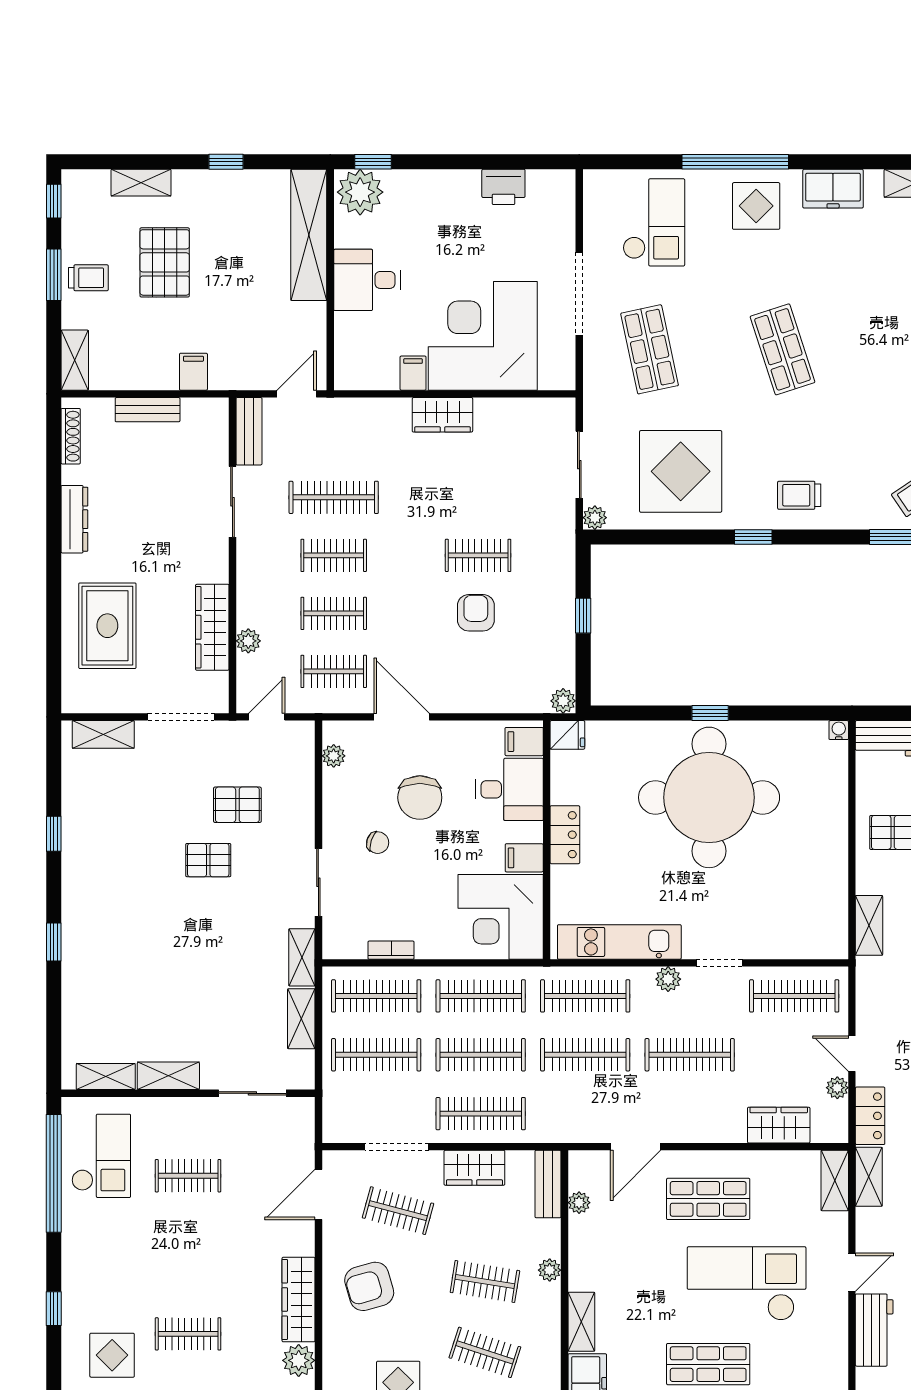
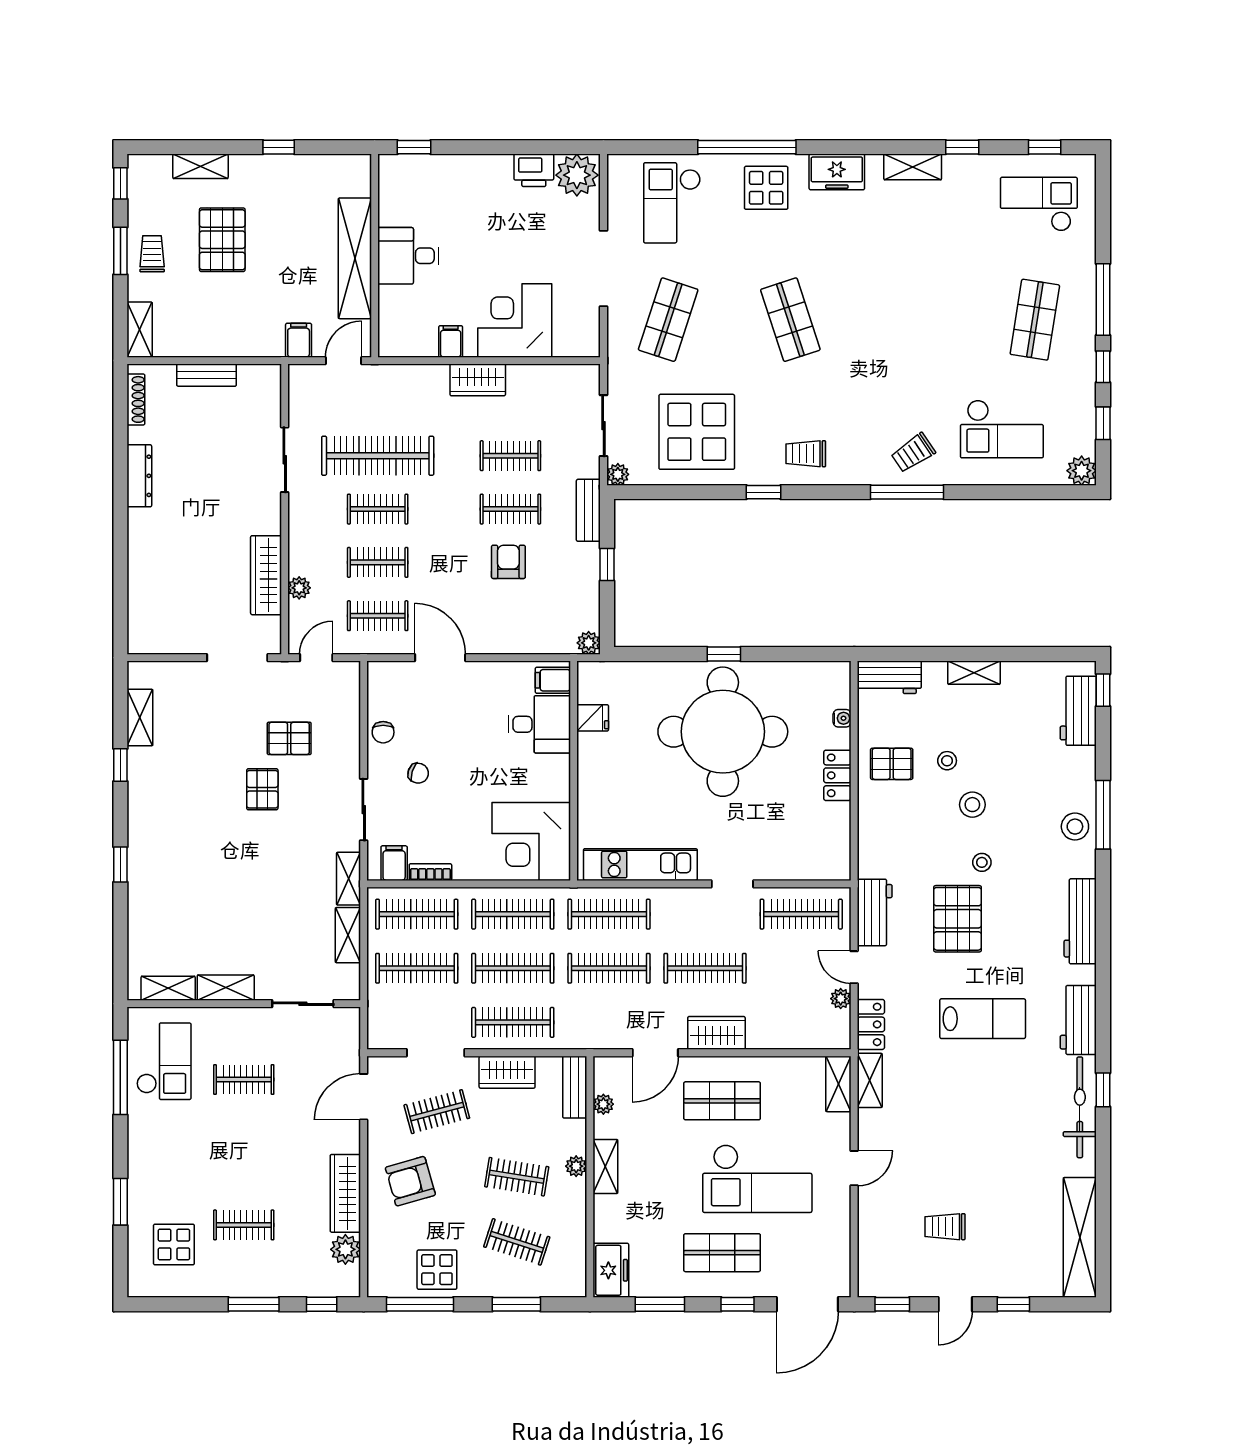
plant: (360, 192) -> (577, 175), moved
checkout: (654, 222) -> (672, 203), turned 180
shelving: (309, 235) -> (355, 258), moved
trolley: (88, 278) -> (152, 254), turned -90
corner desk: (483, 336) -> (515, 320), width x0.74, depth x0.74
shop shelf: (650, 349) -> (668, 320), turned 30
filing cabinet: (193, 372) -> (299, 340), moved
bench: (249, 431) -> (588, 510), moved
clothes rail: (334, 497) -> (378, 456), width x1.37, depth x1.31
clothes rail: (478, 497) -> (510, 456), added
rug: (107, 626) -> (170, 574), removed
water cooler: (839, 730) -> (842, 718), moved, turned 90
shelving: (103, 734) -> (140, 718), moved, turned 90
fridge: (567, 735) -> (593, 718), moved
plant: (334, 756) -> (378, 693), removed
chair: (420, 798) -> (383, 732), moved, width x0.54, depth x0.54
locker: (565, 835) -> (837, 775), moved, turned 180
filing cabinet: (524, 858) -> (394, 863), moved, turned 90
pallet: (208, 860) -> (262, 789), turned 90
shelving: (869, 925) -> (870, 849), removed
plant: (668, 979) -> (685, 899), removed
wardrobe: (779, 1125) -> (716, 1033), moved
window: (54, 1173) -> (120, 1077), width x0.68
clothes rail: (398, 1211) -> (437, 1112), turned -30
checkout: (747, 1284) -> (757, 1179), turned 180
window: (54, 1309) -> (120, 1202), width x1.50
shelving: (581, 1322) -> (605, 1166), moved
workbench: (874, 1330) -> (875, 912), moved

